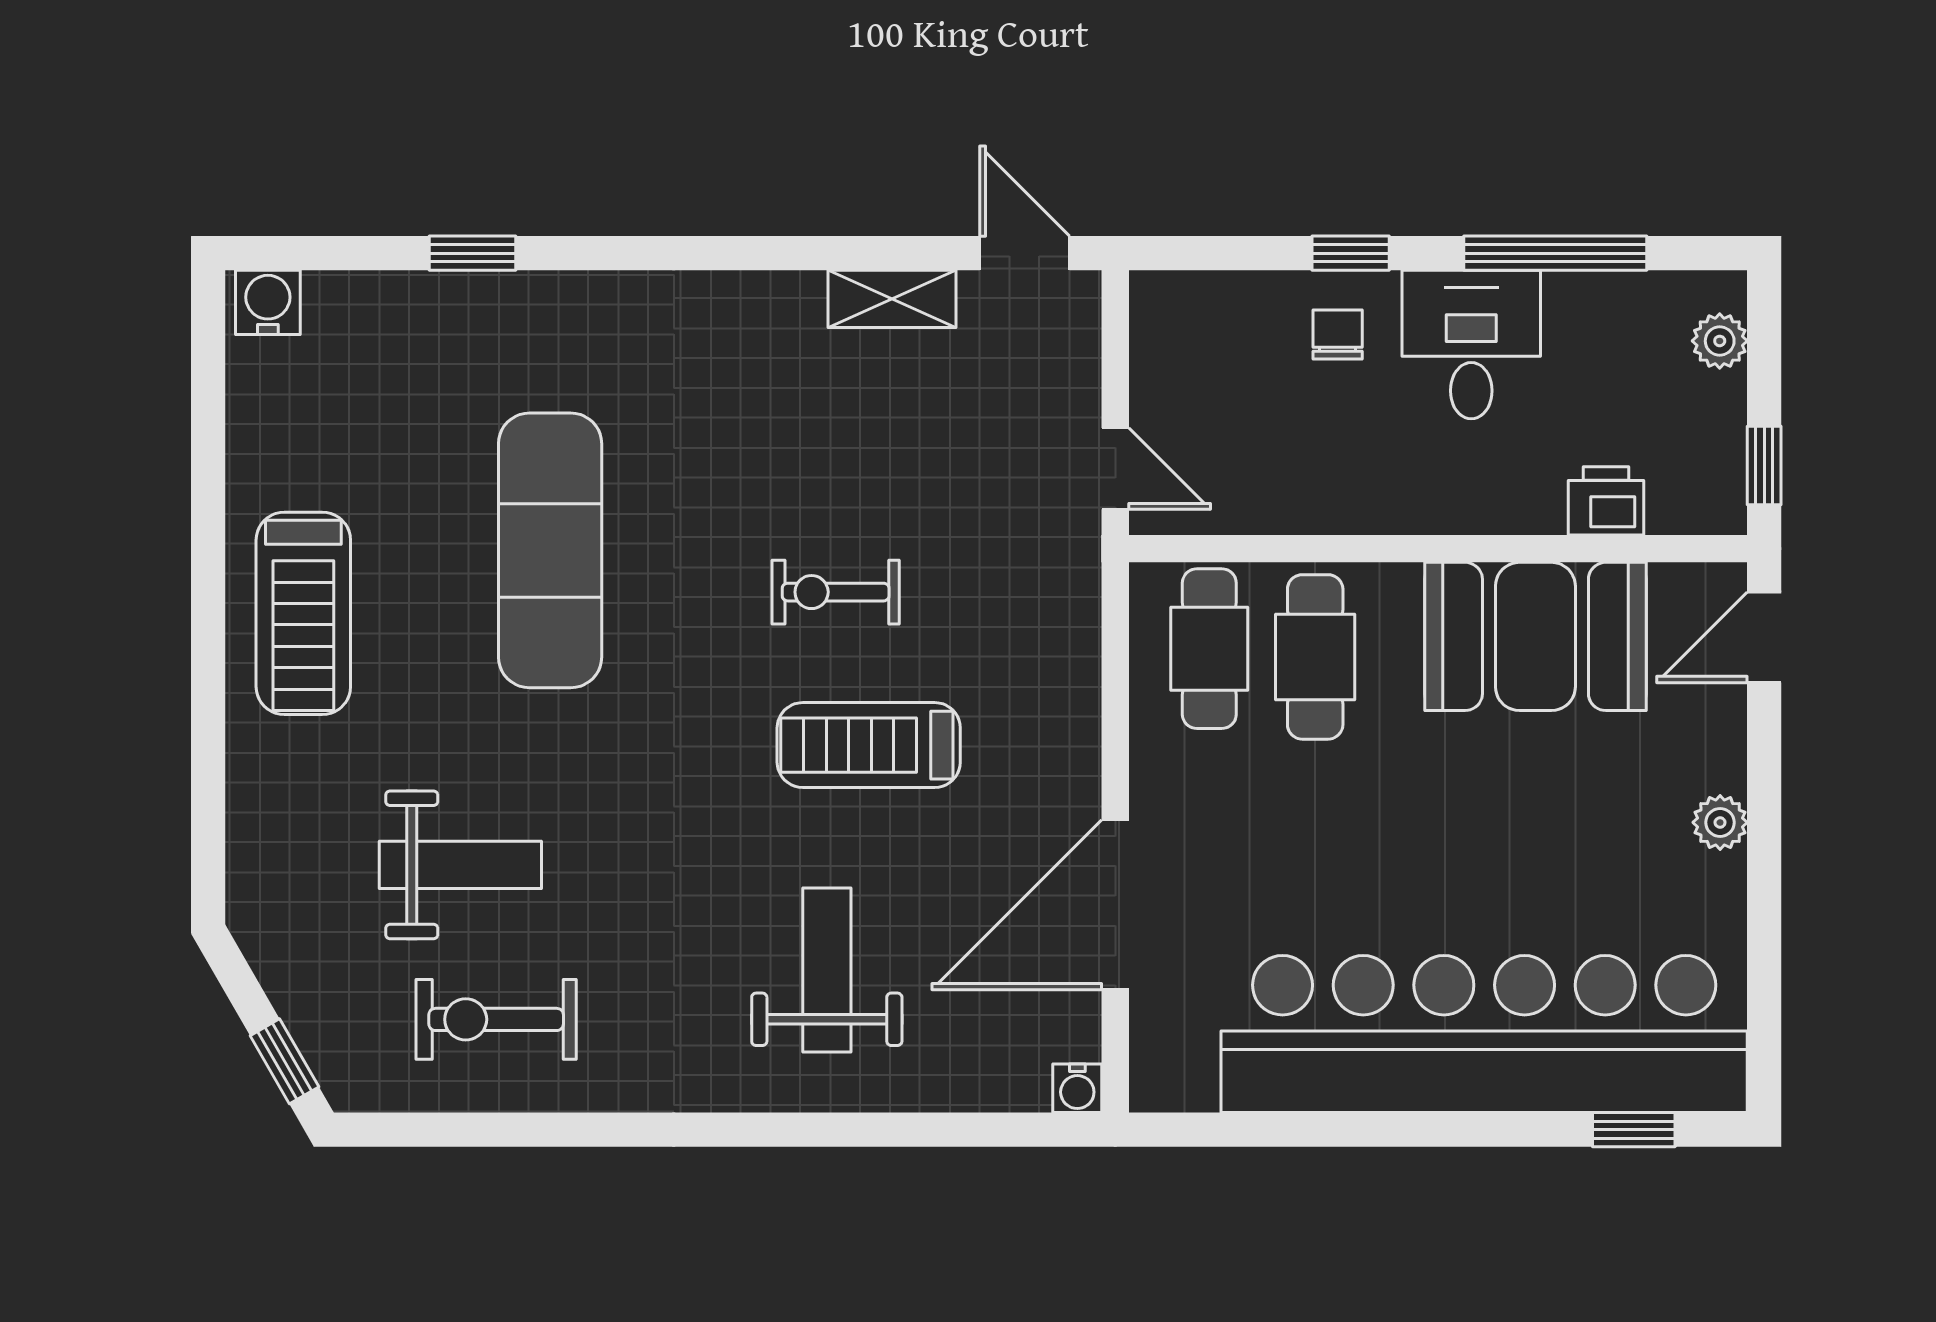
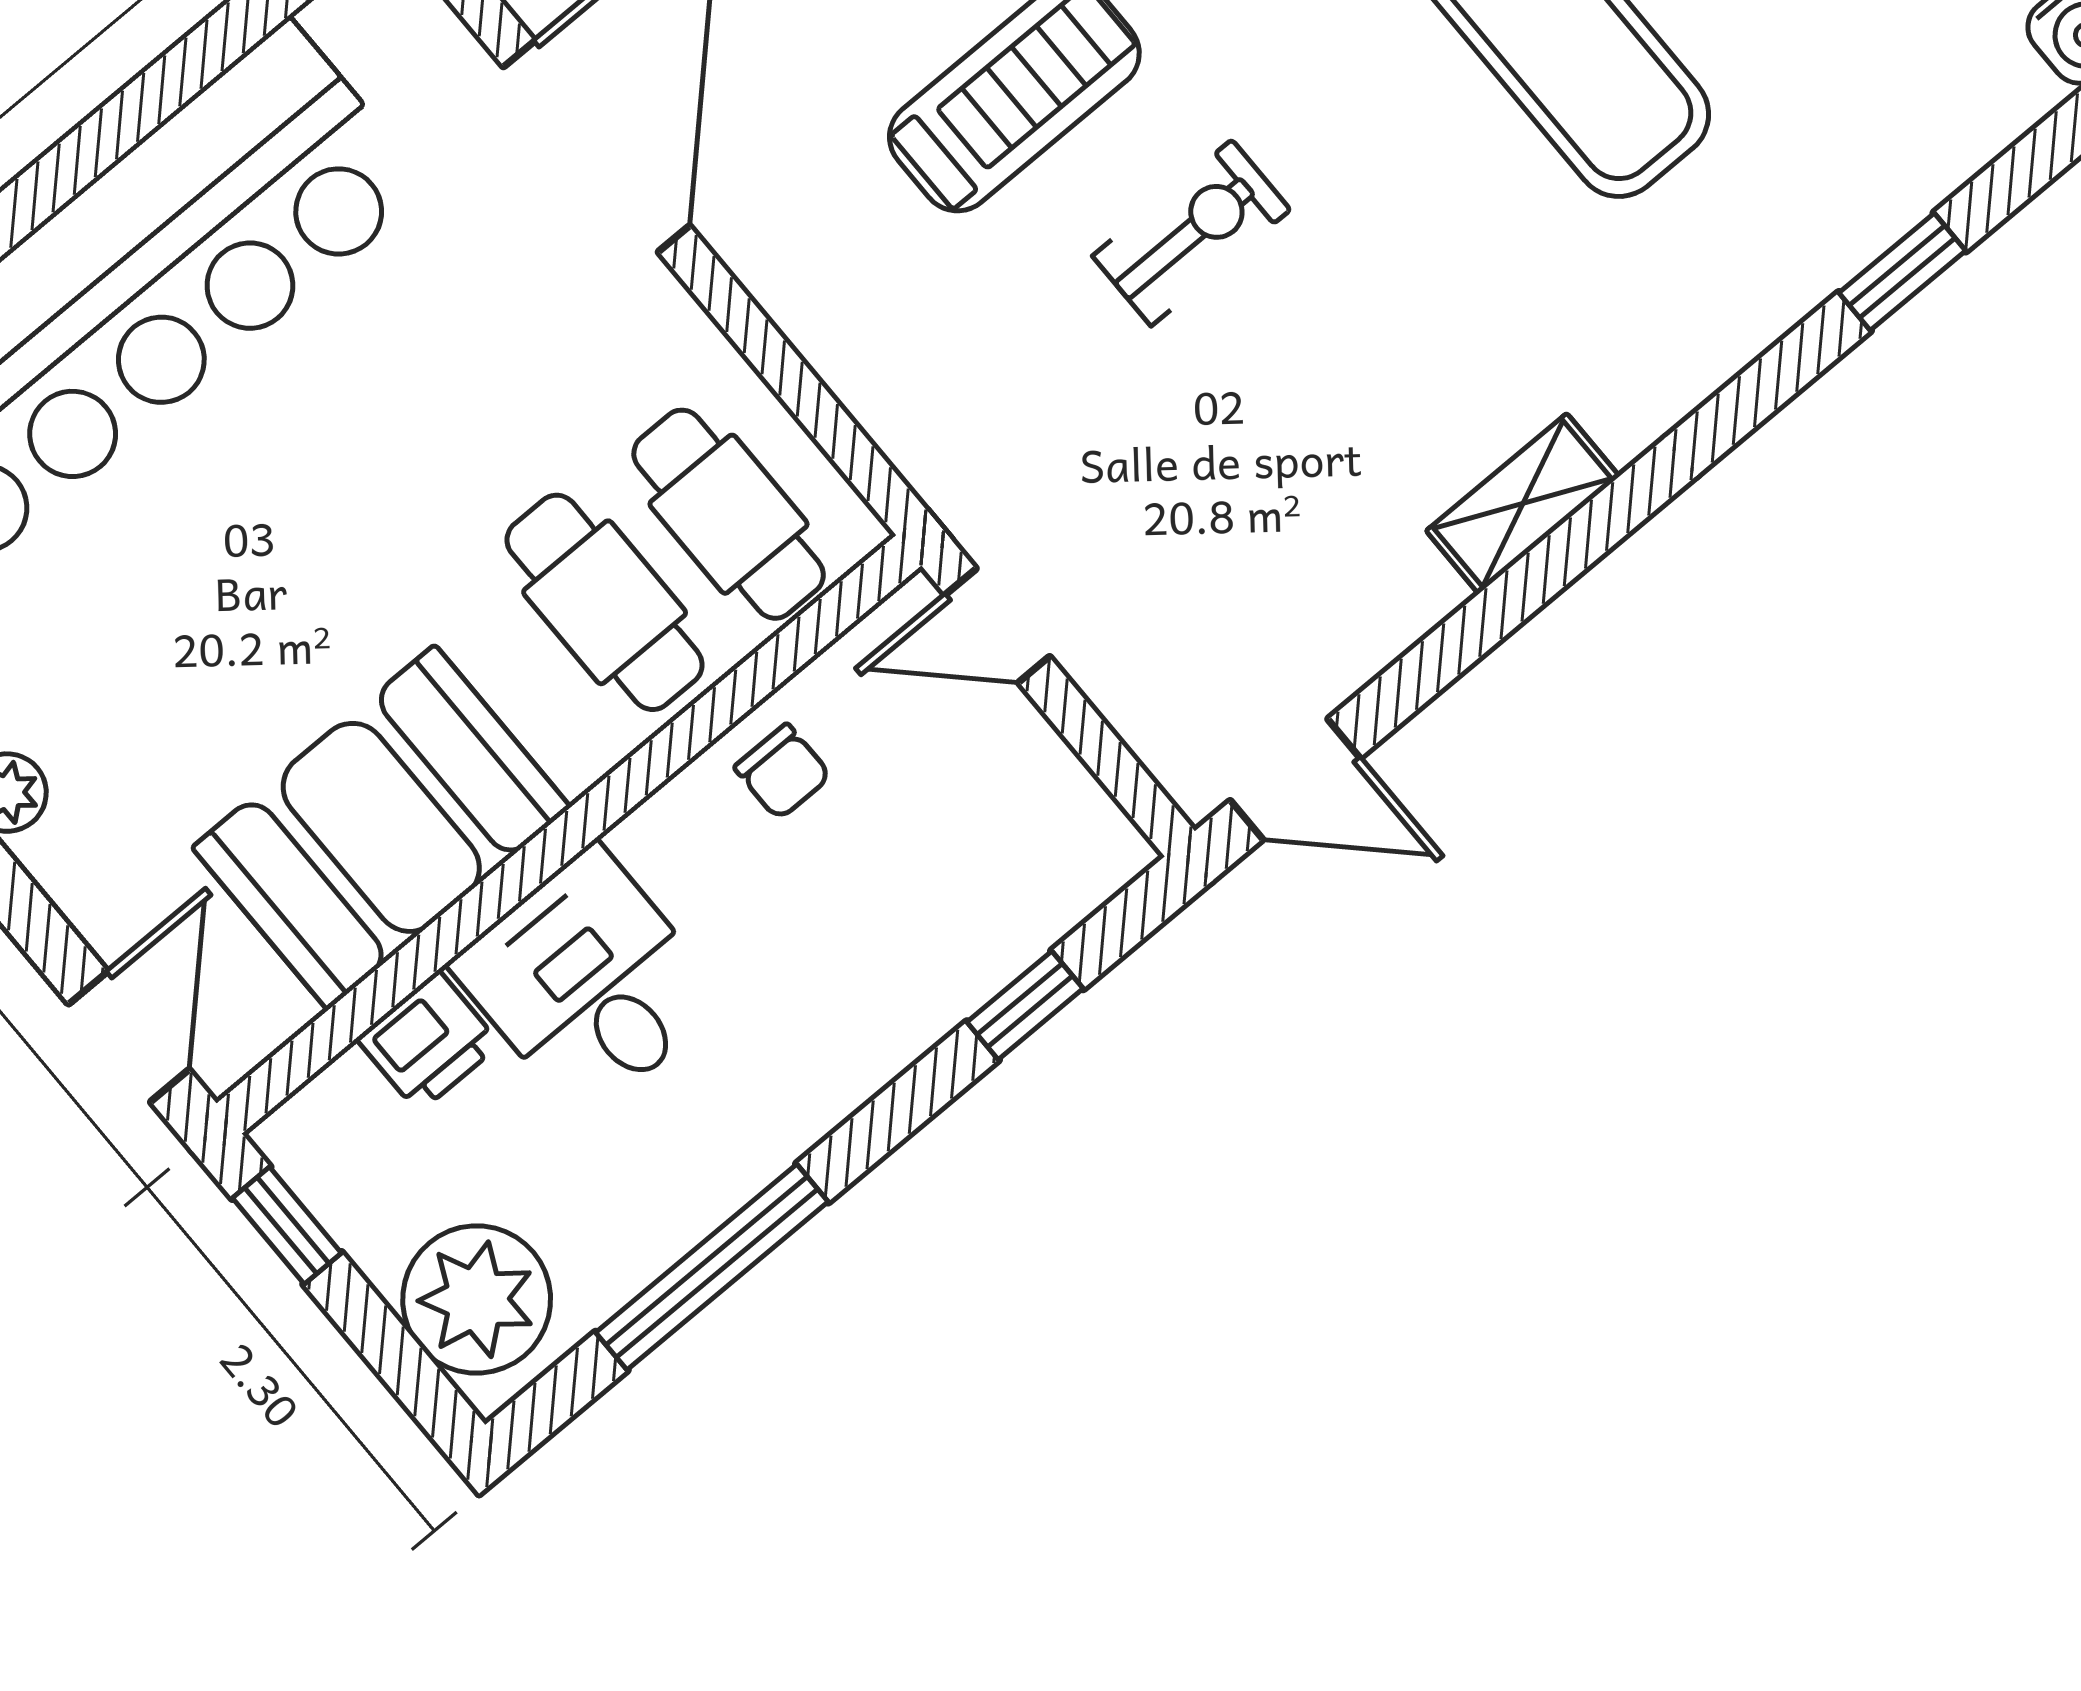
window: (1351, 253) -> (1025, 1005), moved
shelving: (892, 299) -> (1523, 504), moved
chair: (1338, 334) -> (783, 772), moved
plant: (1720, 341) -> (477, 1299), width x1.87, depth x1.87
desk: (1471, 345) -> (589, 983), moved, turned 180

